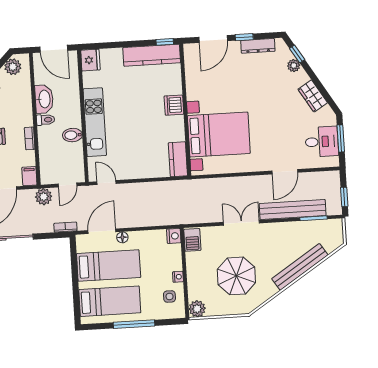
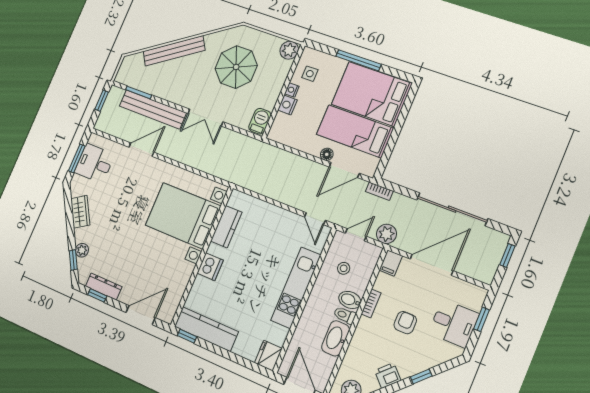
window: (244, 37) -> (97, 295), moved
bidet: (72, 135) -> (350, 300), moved, turned 180
stool: (64, 155) -> (344, 268), added
kitchen counter: (178, 159) -> (226, 227), moved
nightstand: (174, 236) -> (287, 105), moved
bed: (110, 301) -> (371, 94), width x1.50

